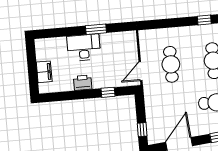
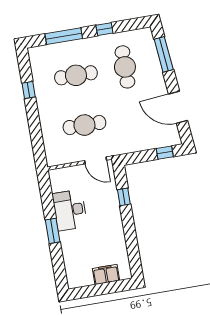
window: (96, 29) -> (53, 231), moved
desk: (84, 48) -> (70, 210), moved
printer: (83, 83) -> (115, 228), removed

